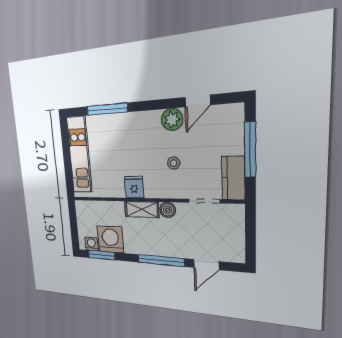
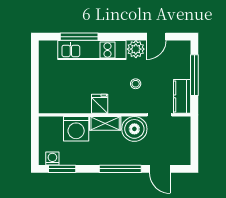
kitchen unit: (79, 155) -> (92, 50), moved, turned 90
boiler: (168, 210) -> (134, 129), width x1.86, depth x1.86
washing machine: (110, 239) -> (76, 129), moved, turned 180
door: (206, 265) -> (160, 169), hinge flipped

